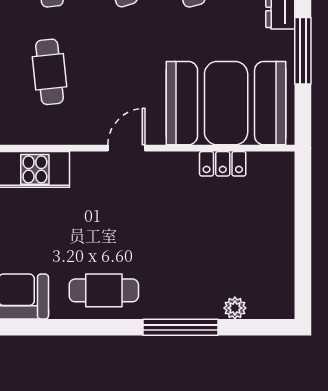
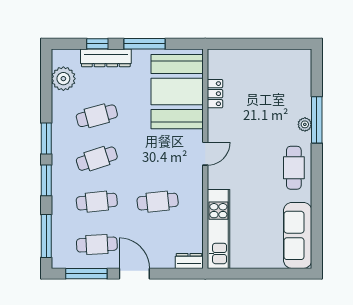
door: (126, 148) -> (205, 154), swing flipped
plant: (235, 308) -> (305, 124), moved

